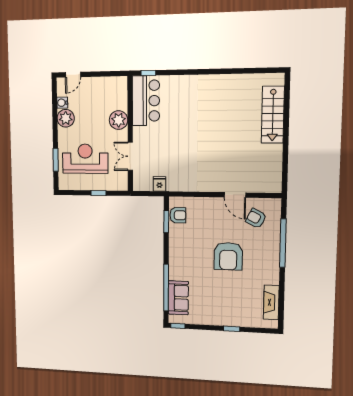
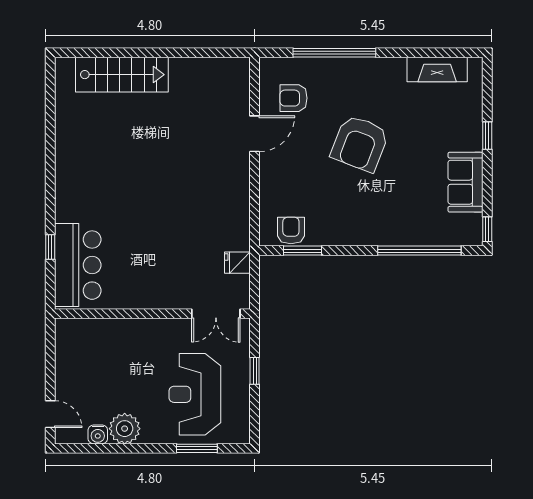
window: (148, 73) -> (50, 247), moved
bar counter: (146, 101) -> (78, 265), moved, turned 90
plant: (119, 120) -> (128, 334), removed
double door: (130, 156) -> (216, 314), moved
armchair: (256, 218) -> (294, 98), turned 63
armchair: (228, 256) -> (360, 143), turned 111
sofa: (178, 298) -> (465, 182), moved, turned -90

